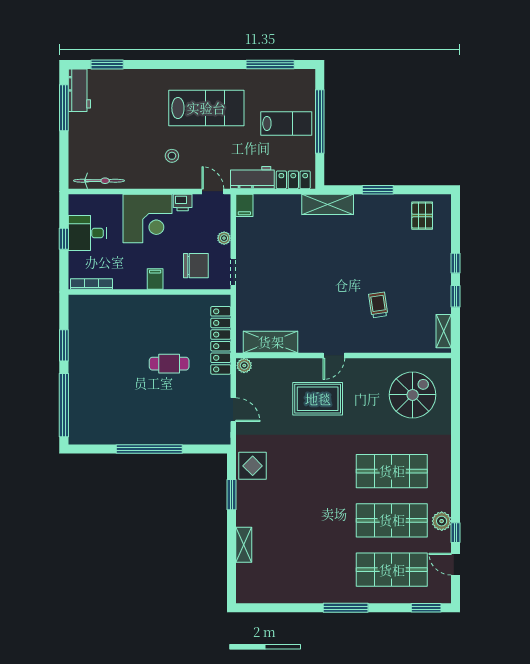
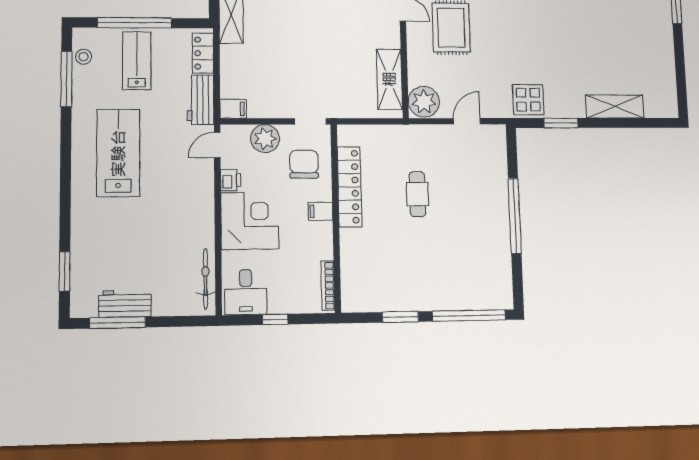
workbench: (79, 90) -> (125, 304), moved
stool: (172, 156) -> (84, 57), moved
desk: (87, 233) -> (246, 292), moved
plant: (224, 238) -> (265, 139), width x1.87, depth x1.87
locker: (221, 340) -> (349, 187), moved, turned -90
plant: (244, 365) -> (424, 102), width x1.88, depth x1.88
shelving: (244, 545) -> (615, 106), width x1.50, depth x1.33

